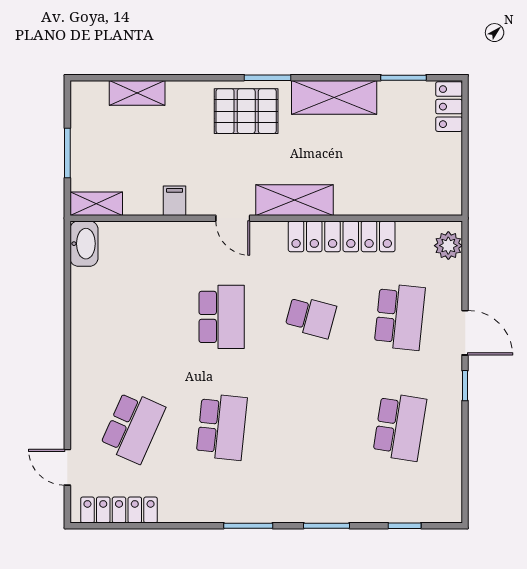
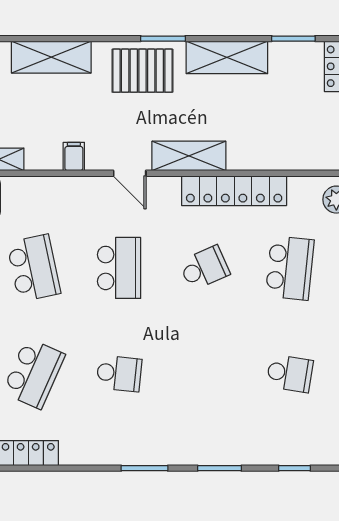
shelving: (137, 93) -> (51, 57), width x1.50, depth x1.33
school desk: (133, 317) -> (34, 268), added
school desk: (311, 317) -> (204, 268), turned -39
school desk: (222, 427) -> (119, 373), width x0.54
school desk: (400, 427) -> (290, 373), width x0.54

